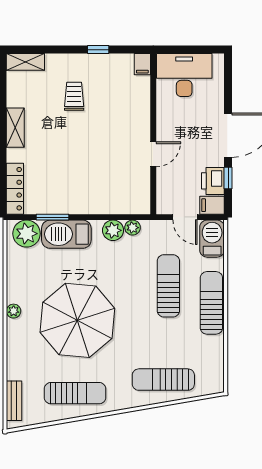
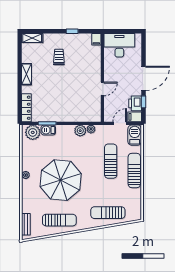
door: (185, 217) -> (120, 123), swing flipped
barbecue: (66, 234) -> (48, 130), width x0.53, depth x0.65

